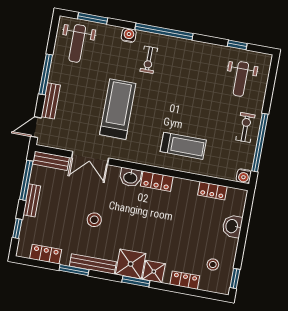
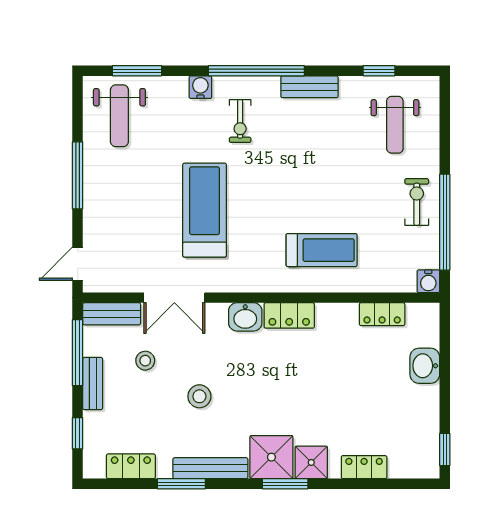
bench: (51, 101) -> (309, 87), moved, turned 90
stool: (213, 265) -> (145, 361), moved

